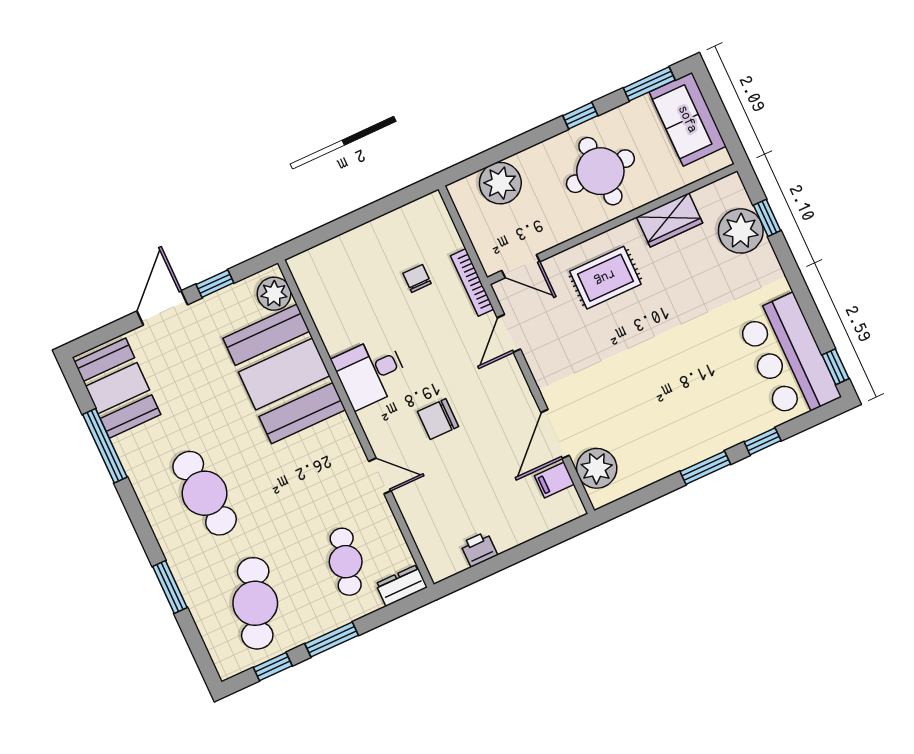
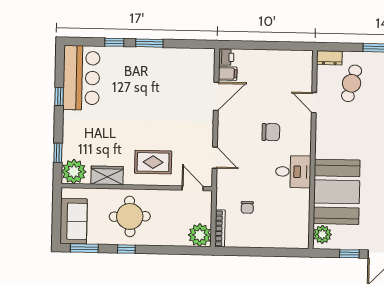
plant: (500, 183) -> (200, 235), moved
plant: (741, 231) -> (74, 172), moved
bookcase: (472, 282) -> (220, 228), moved
door: (509, 333) -> (215, 158), hinge flipped
window: (836, 367) -> (59, 97), moved
plant: (597, 468) -> (204, 69), removed
door: (380, 476) -> (314, 103), moved
printer: (479, 549) -> (226, 57), moved, turned -90

